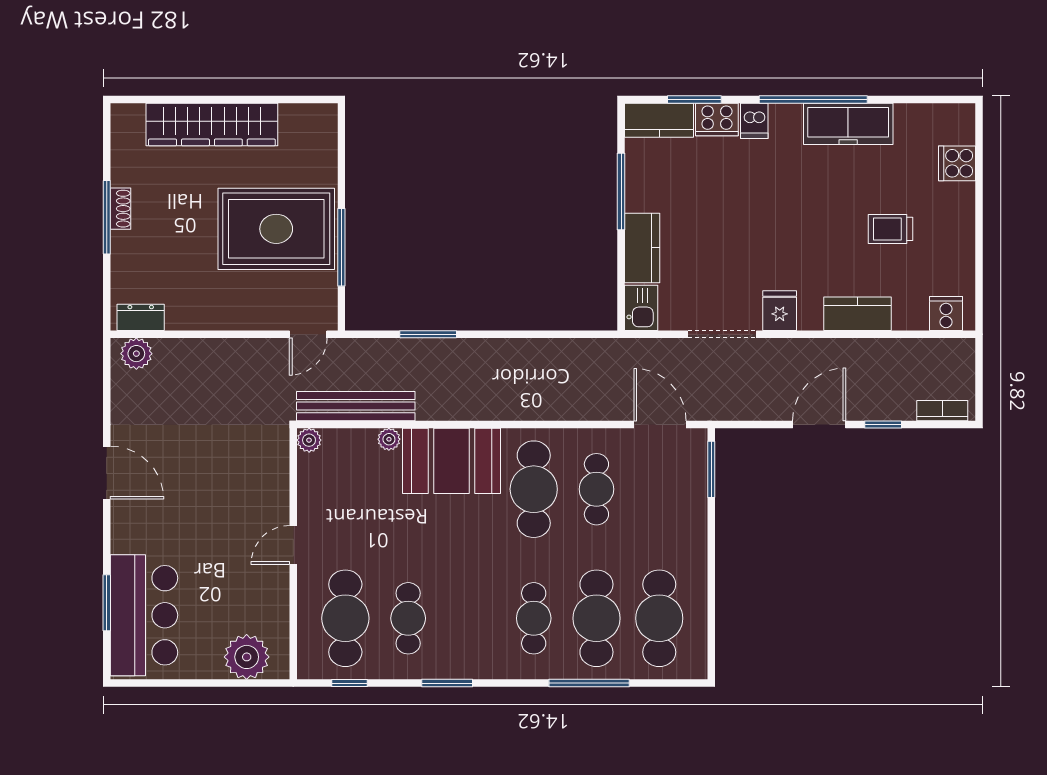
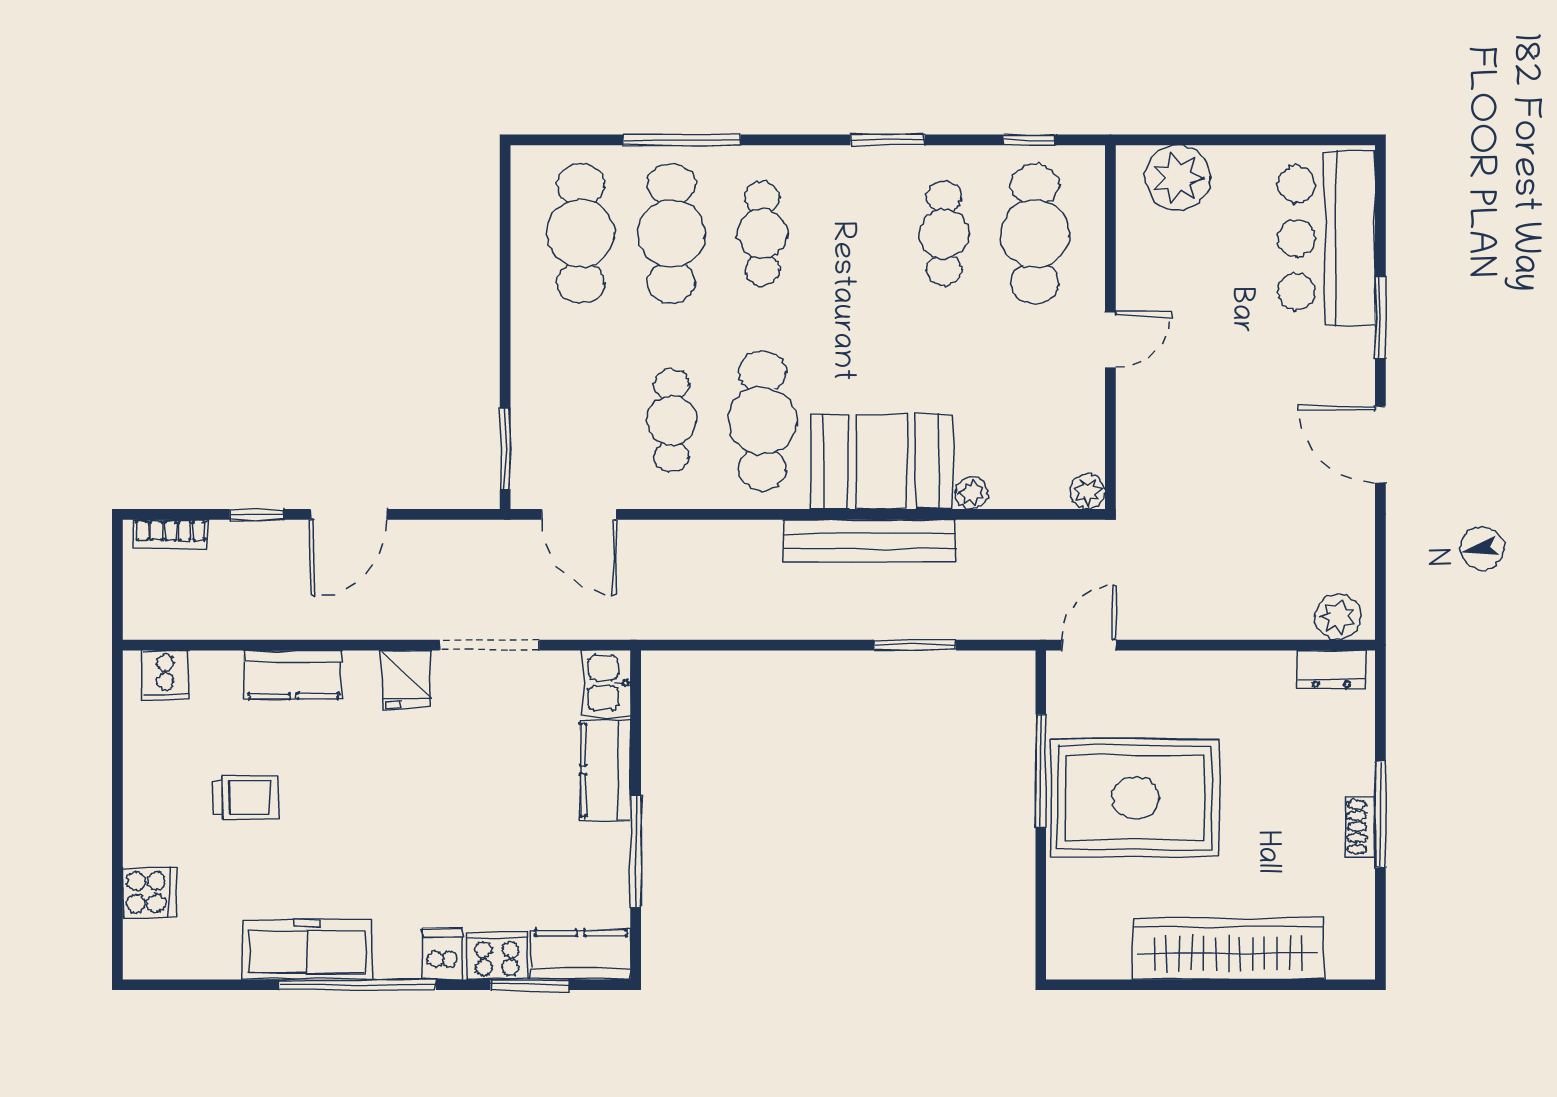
bench: (356, 406) -> (870, 541), moved
window: (107, 603) -> (1380, 317), moved

